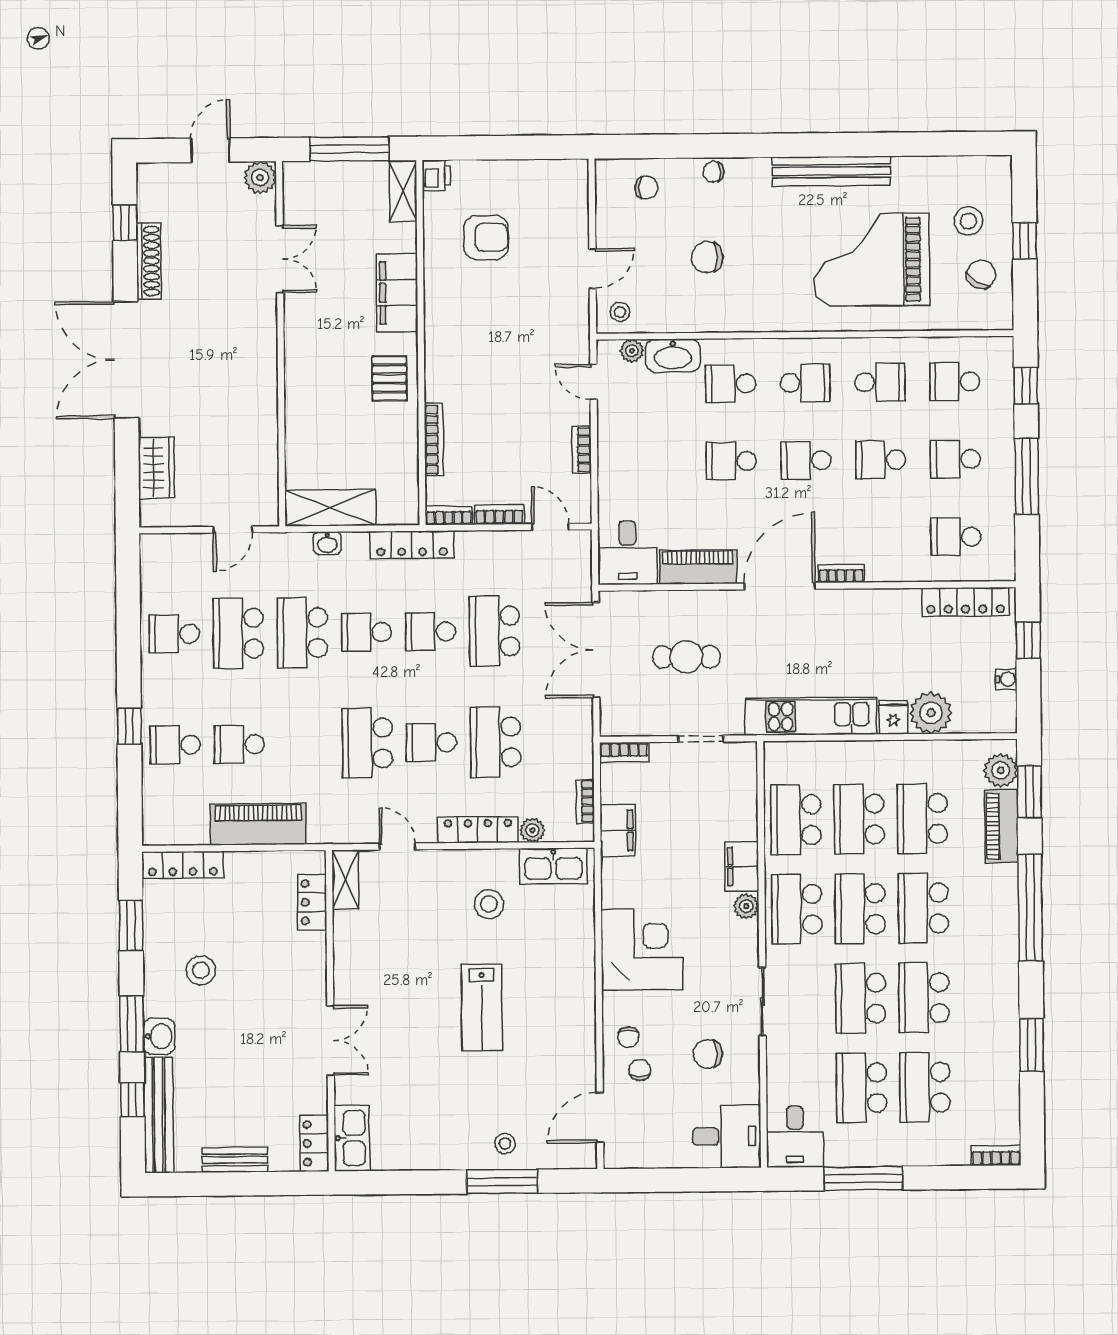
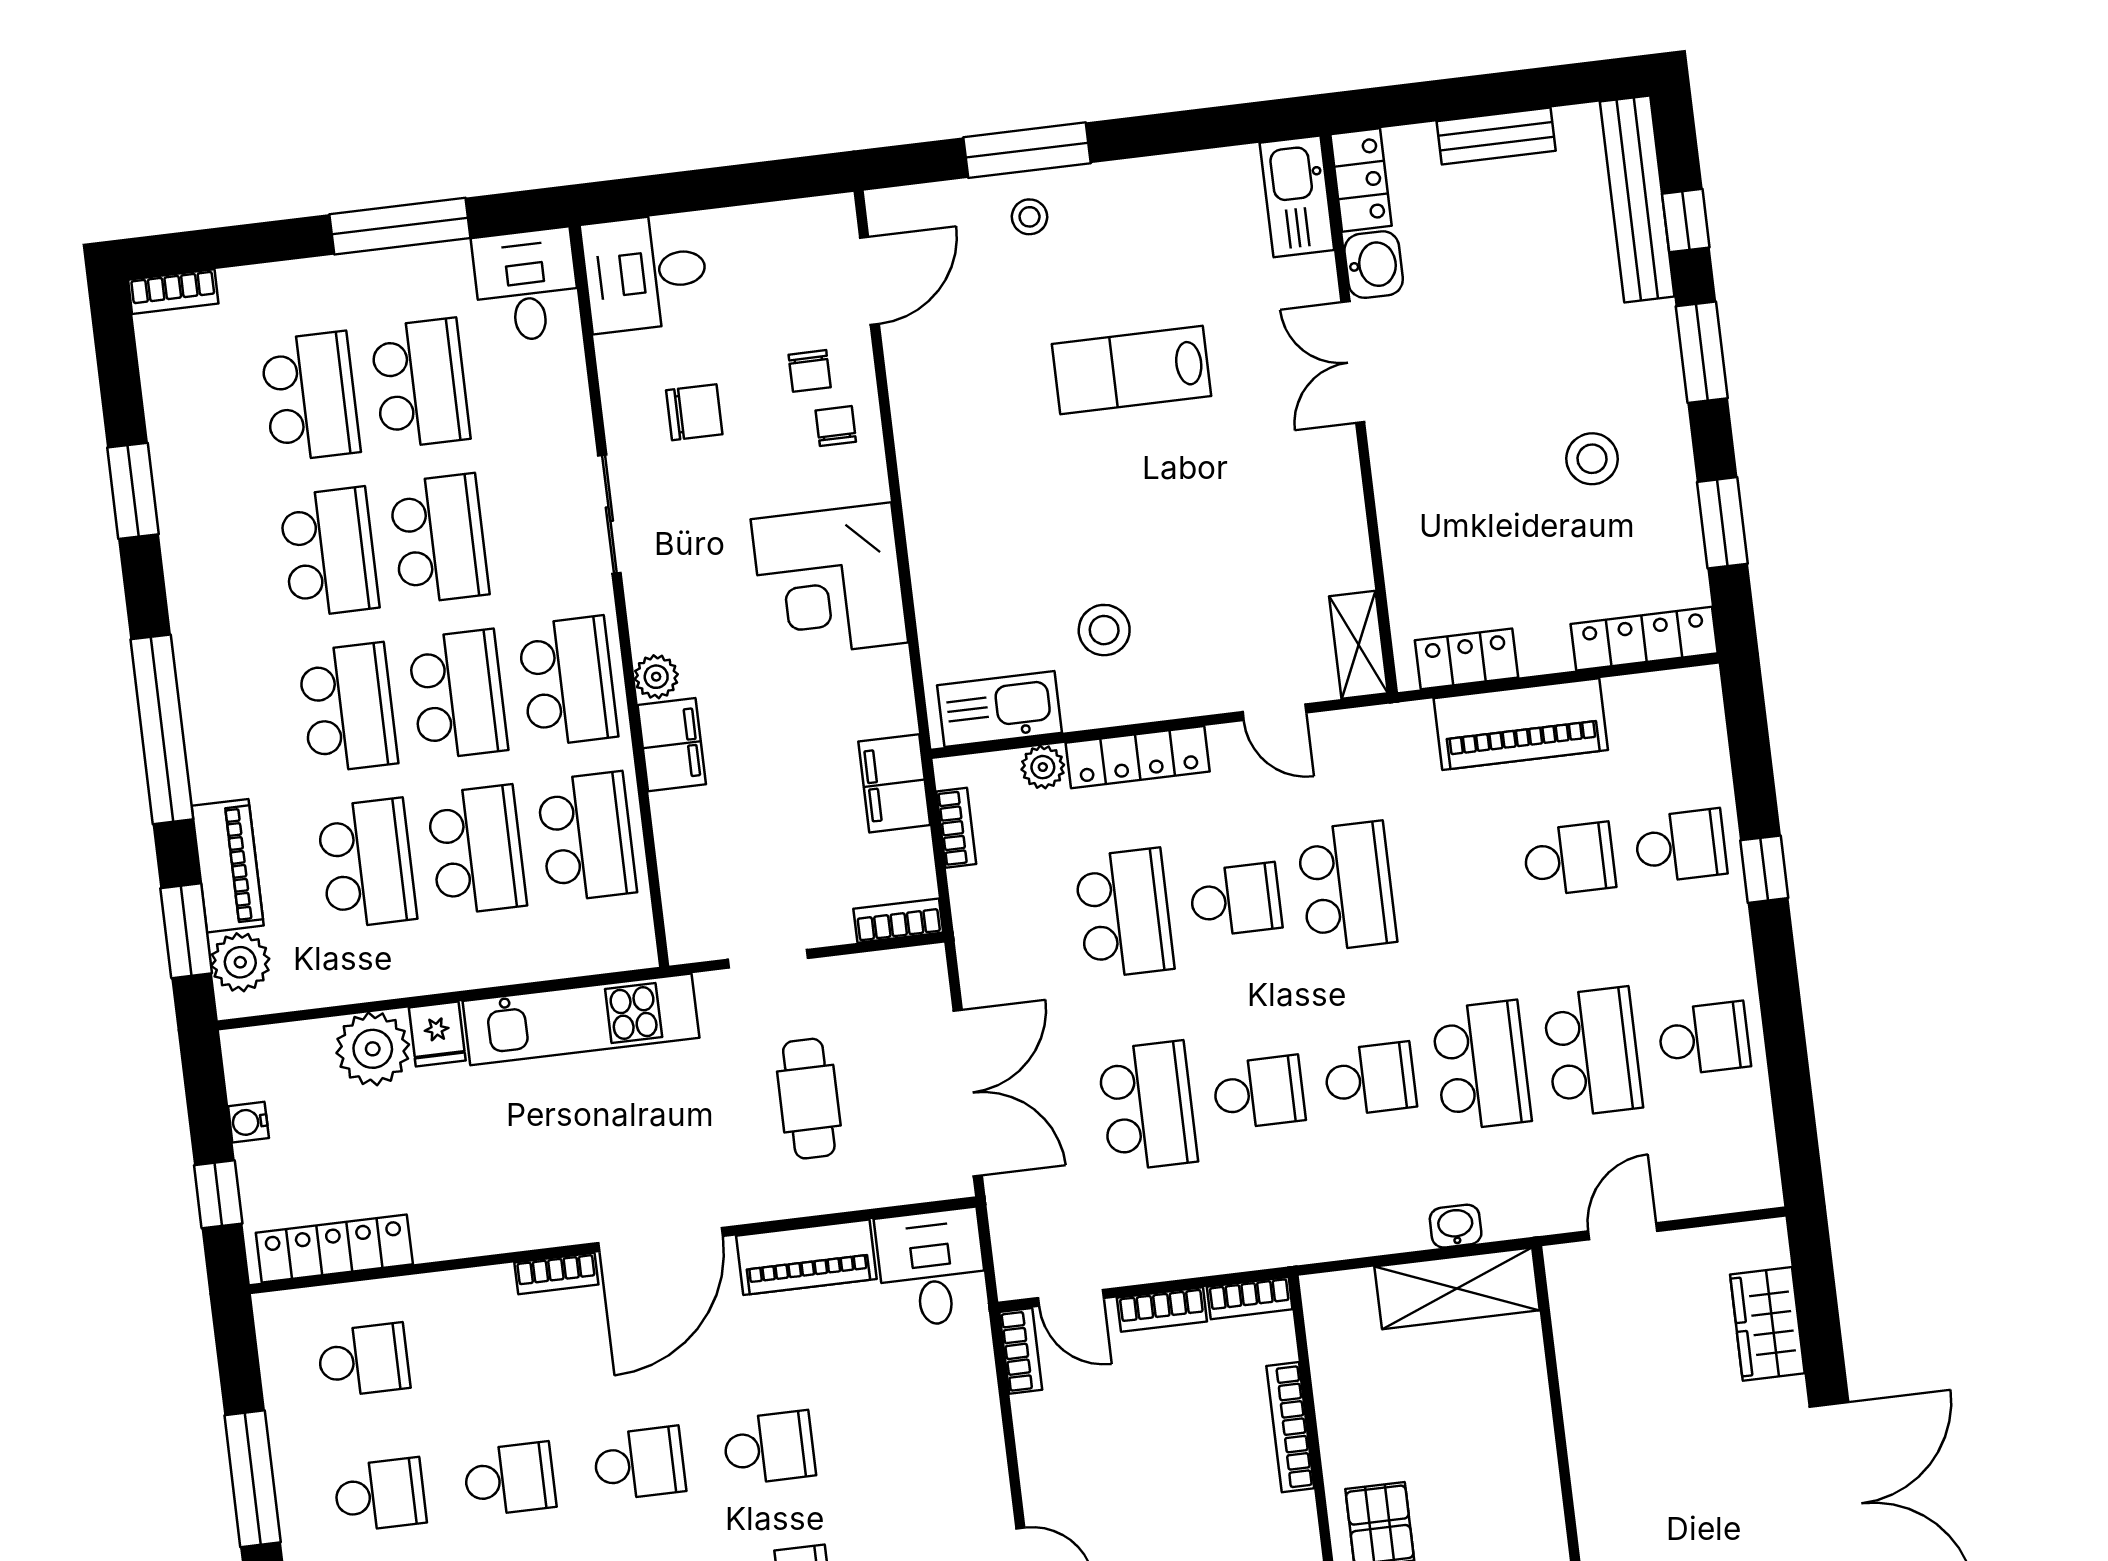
bookcase: (582, 450) -> (1021, 1351), moved
locker: (412, 545) -> (1308, 1240), removed
cafe table: (686, 657) -> (809, 1099), turned 90
locker: (312, 902) -> (1467, 659), moved, turned -90
lab bench: (482, 1007) -> (1131, 370), moved, turned -90
washbasin: (159, 1036) -> (1374, 265), moved, turned 180

